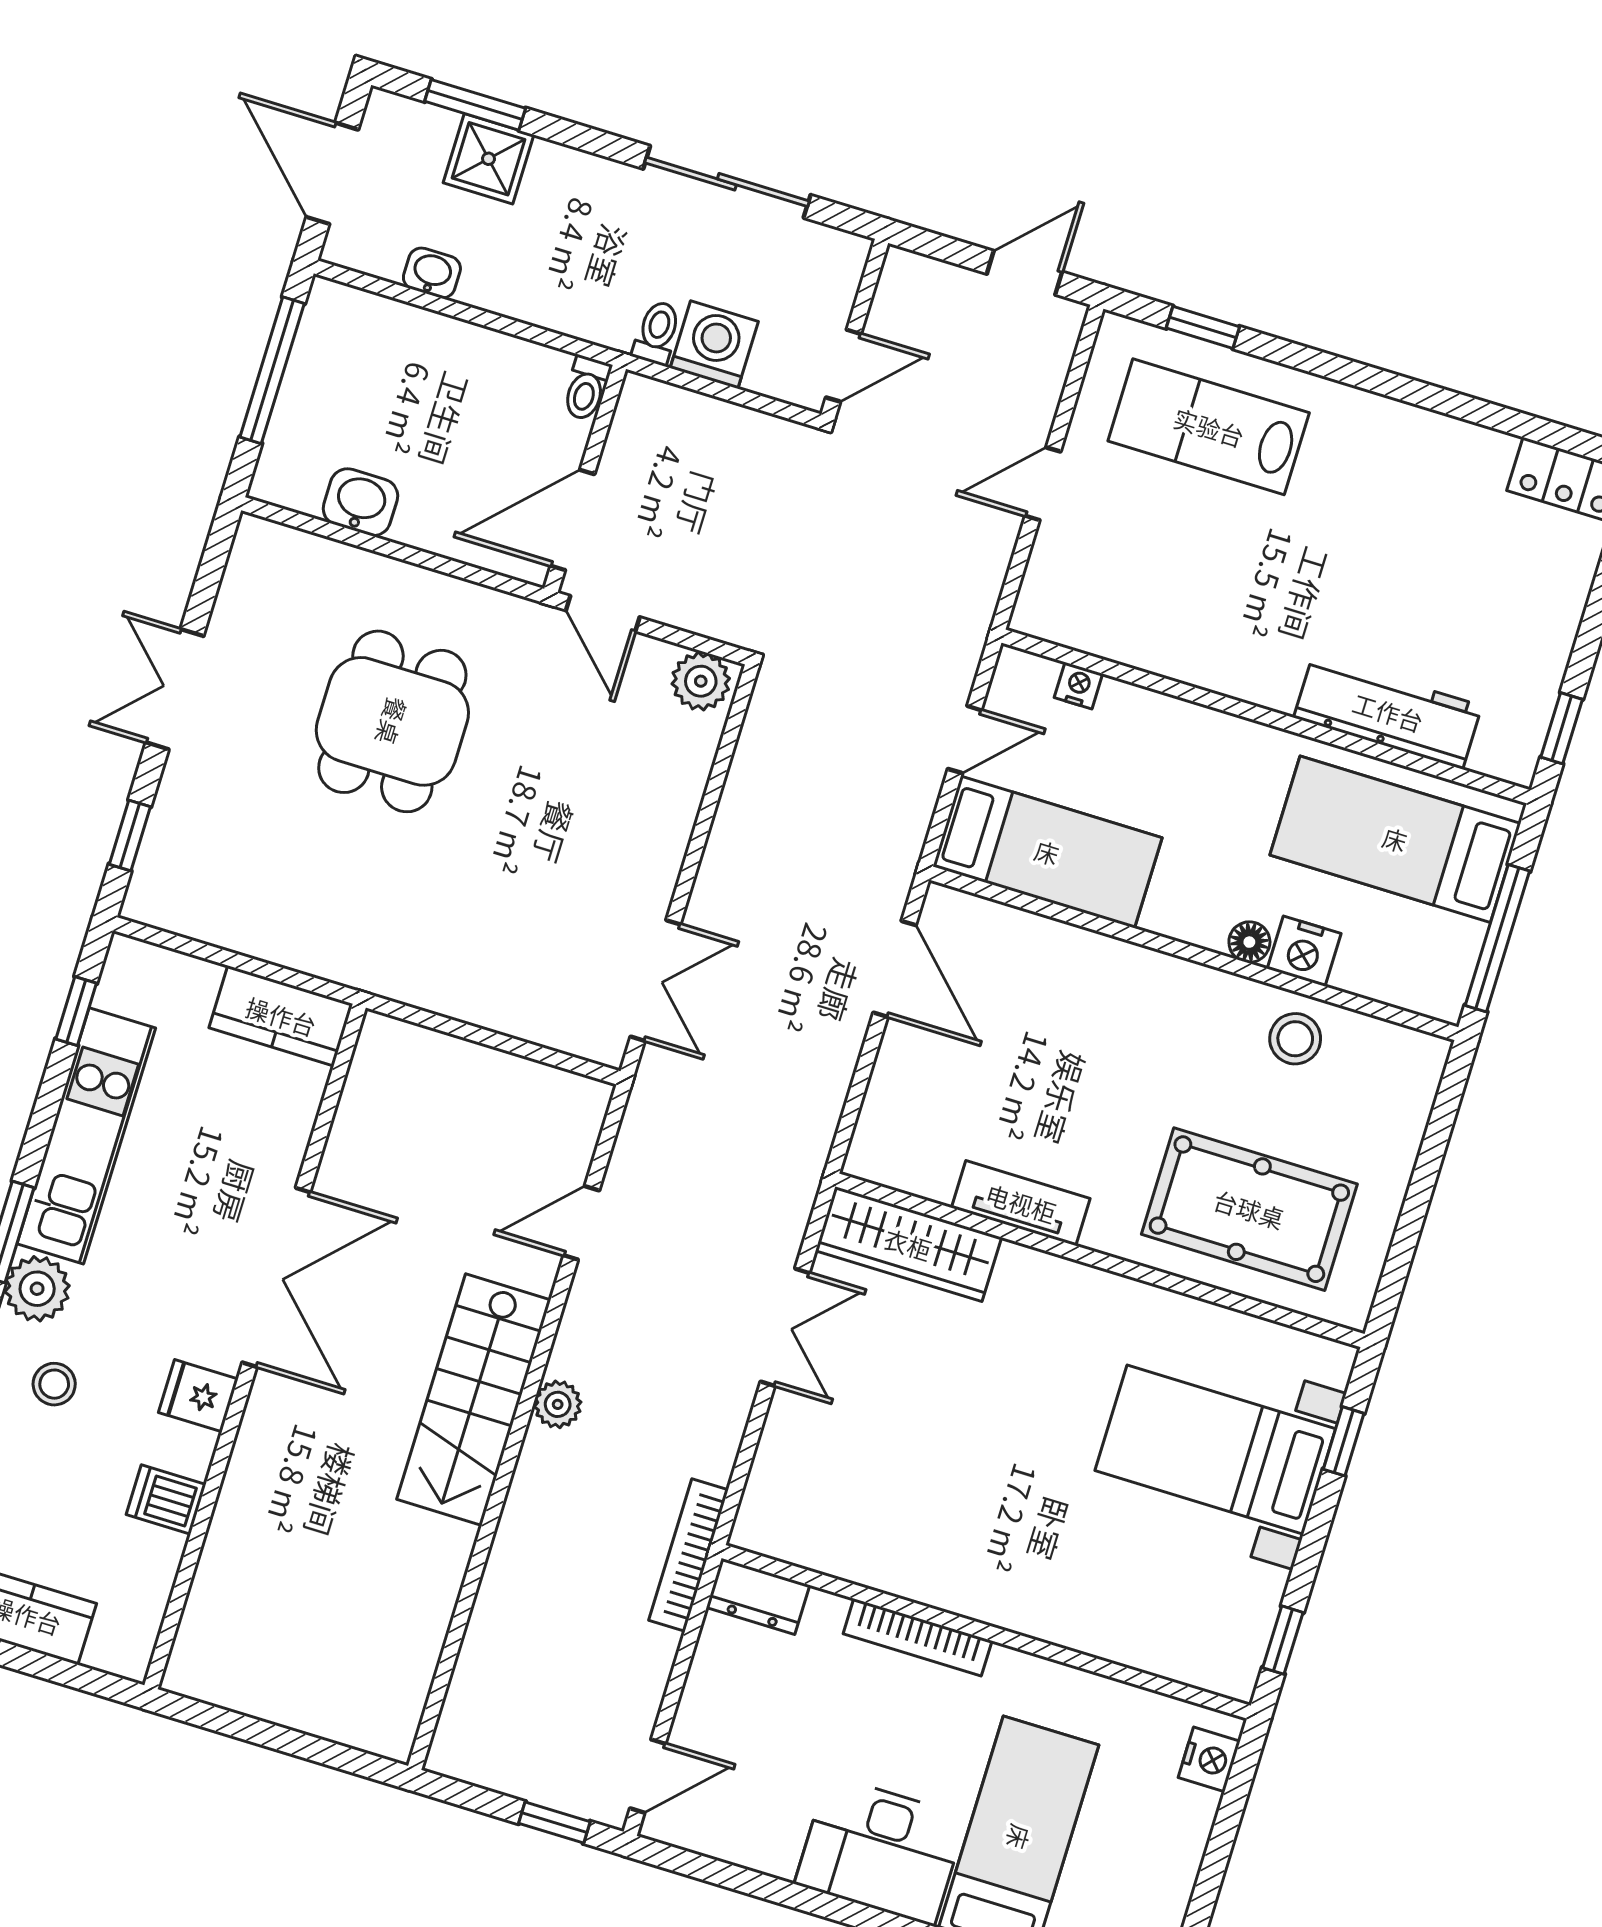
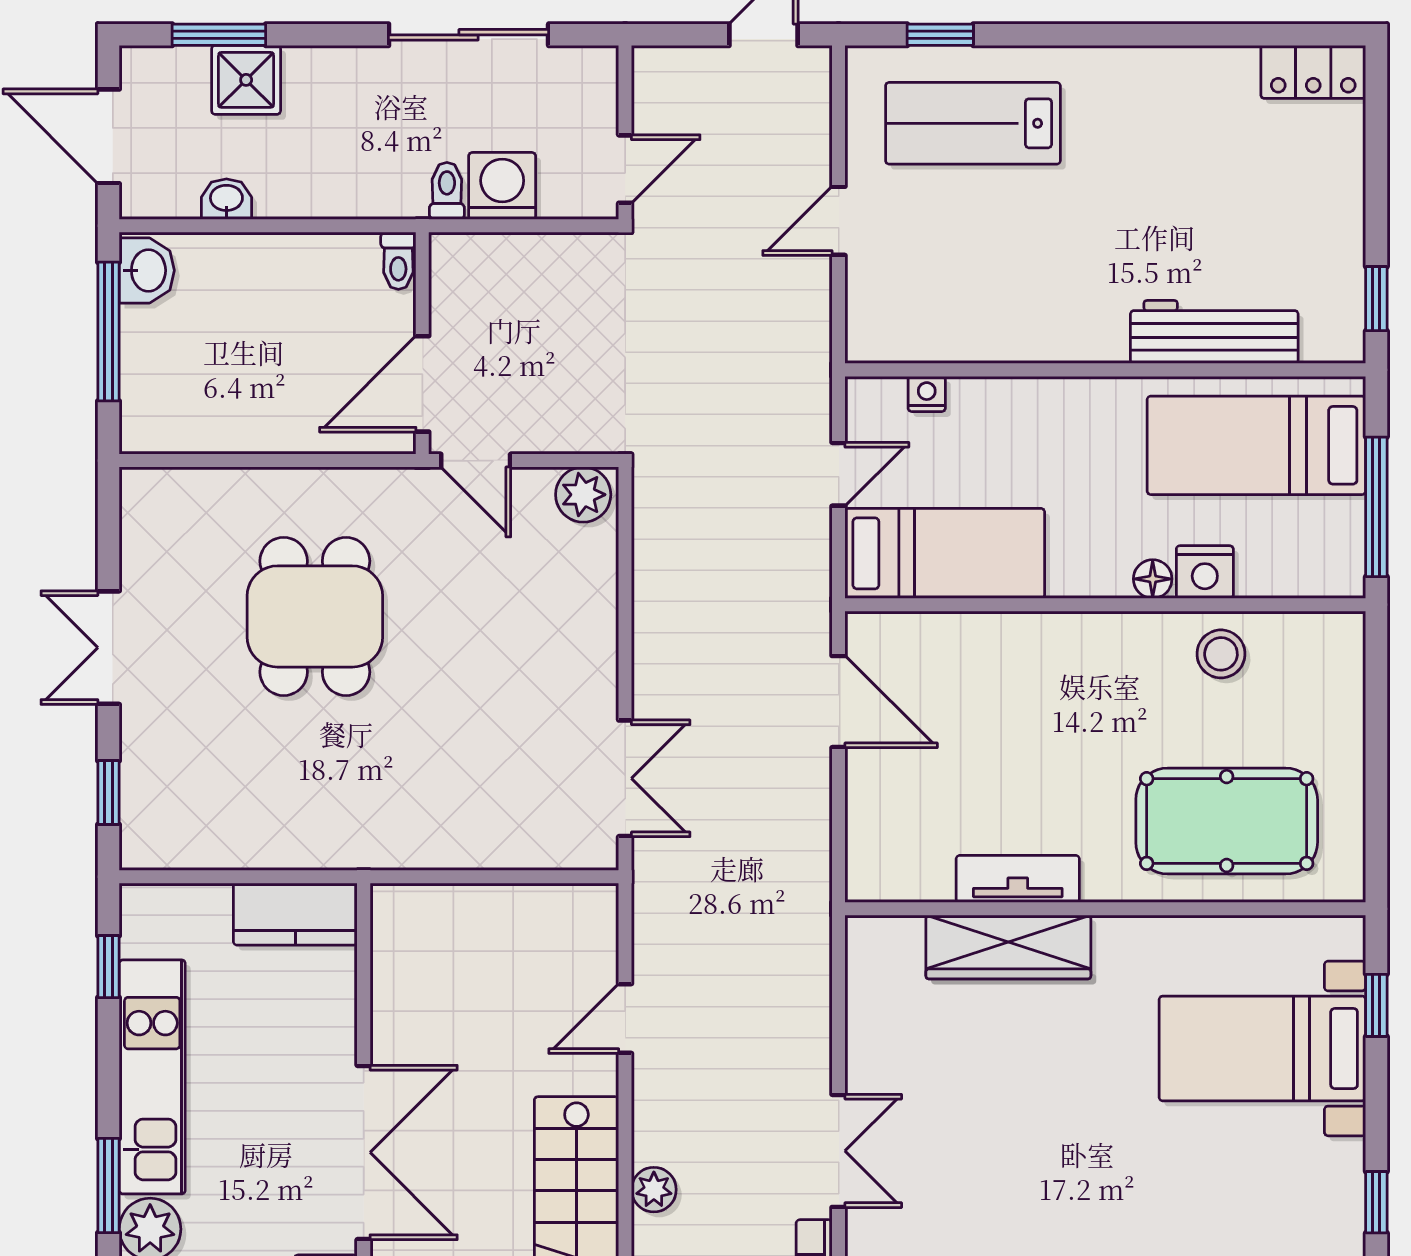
washbasin: (360, 502) -> (147, 270), moved, turned 90
wardrobe: (908, 1244) -> (1008, 947), moved
double door: (785, 1327) -> (839, 1151), moved

